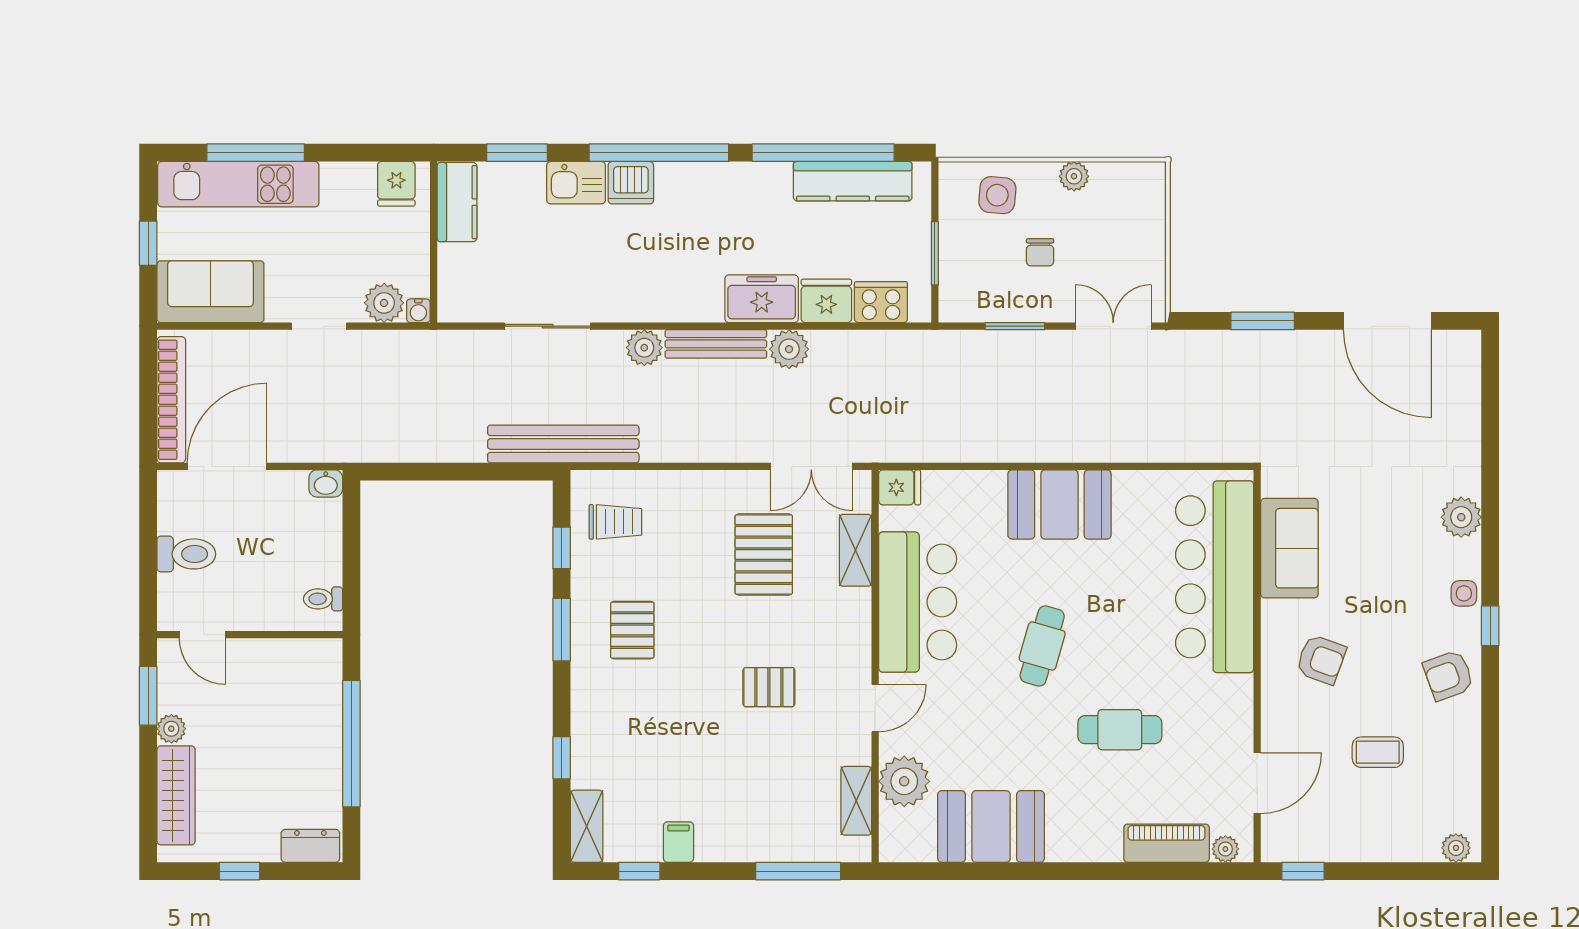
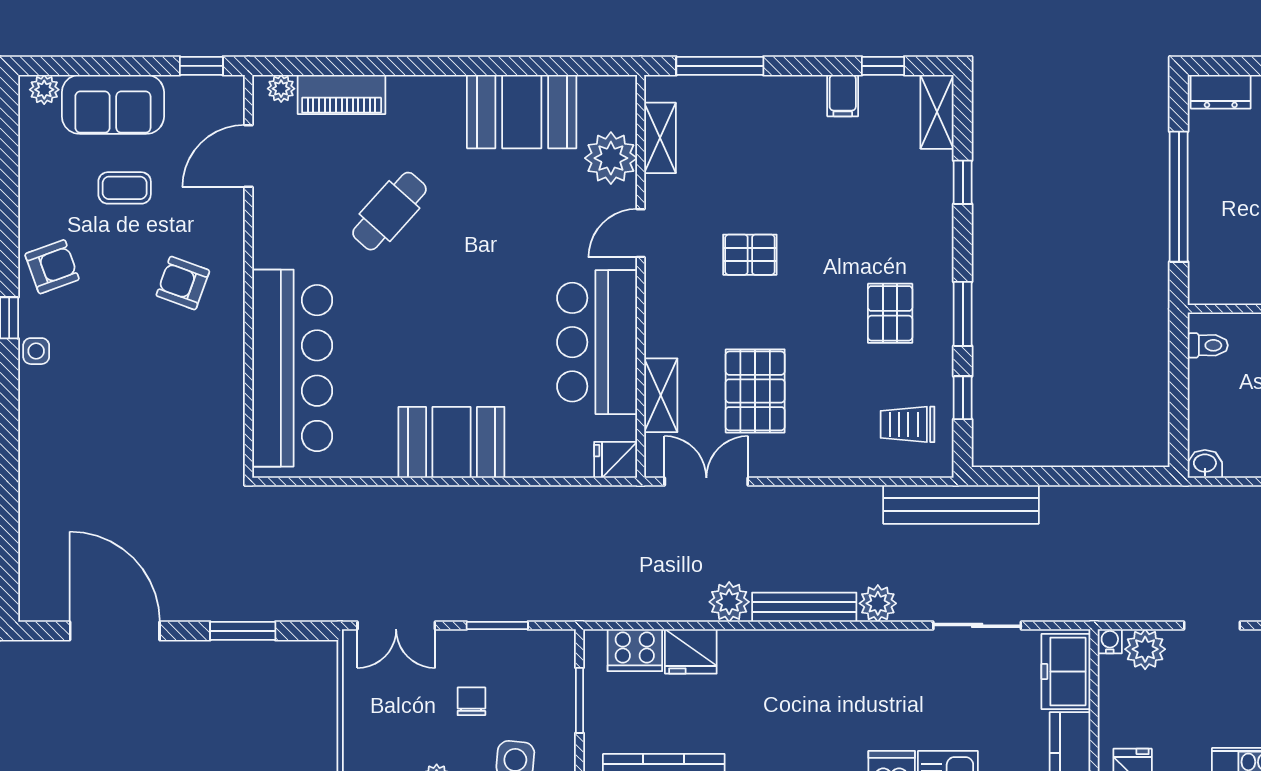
freezer: (762, 299) -> (1066, 672), moved, turned 90
plant: (1461, 517) -> (39, 429), removed
sofa: (1289, 548) -> (113, 104), moved, turned -90
cafe table: (1042, 646) -> (469, 297), removed
cafe table: (1120, 730) -> (389, 211), turned -48

